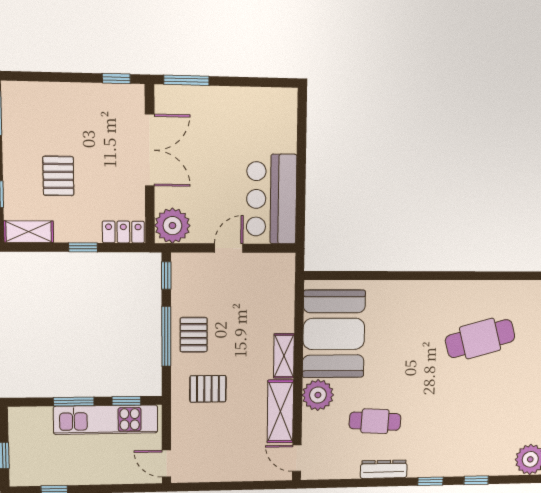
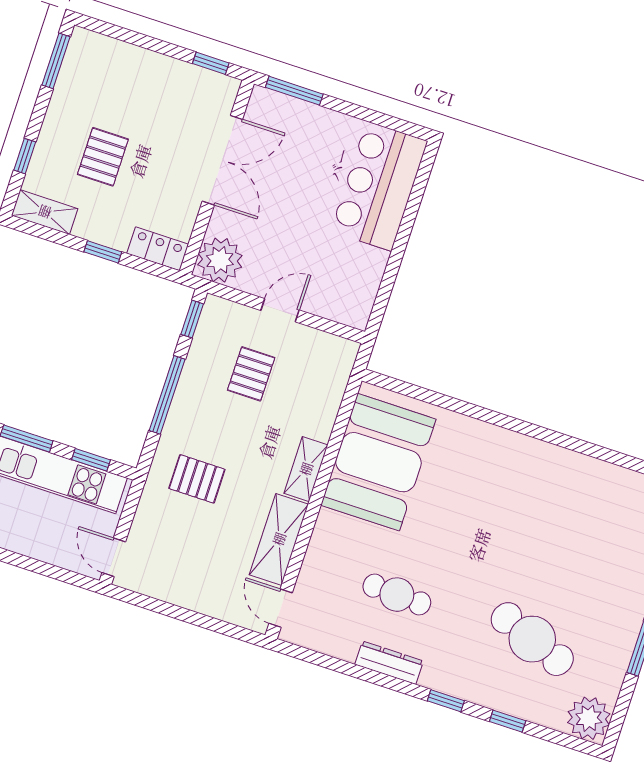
bar counter: (272, 199) -> (379, 186), moved
pallet: (194, 335) -> (251, 374), moved
cafe table: (480, 339) -> (532, 639), moved, turned 36
plant: (318, 395) -> (334, 535), removed

